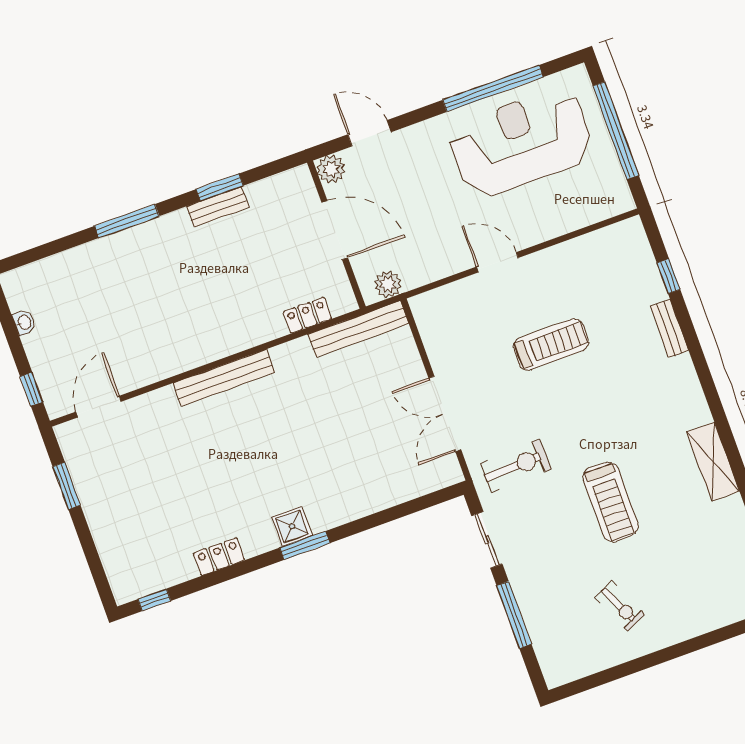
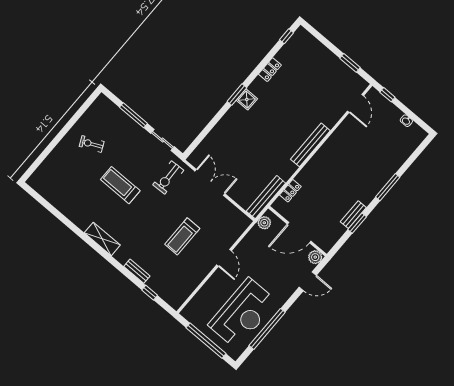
door: (497, 262) -> (224, 258), hinge flipped
shelving: (713, 462) -> (102, 239), moved

